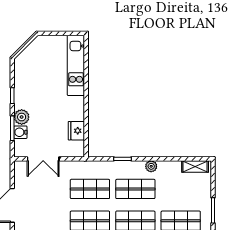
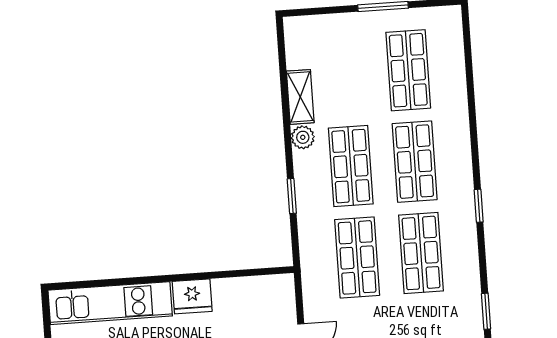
fridge: (76, 131) -> (192, 296), moved
shelving: (195, 166) -> (300, 97), moved

